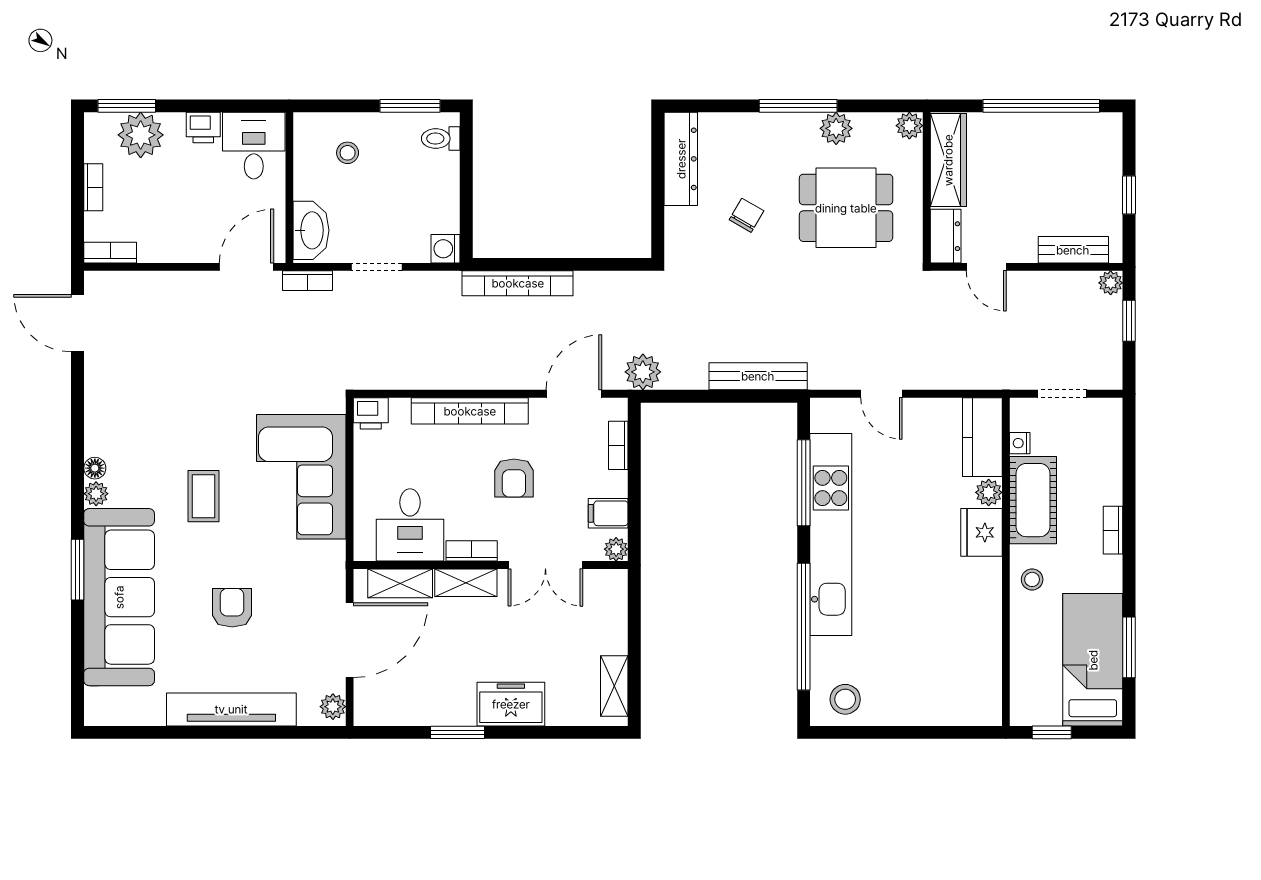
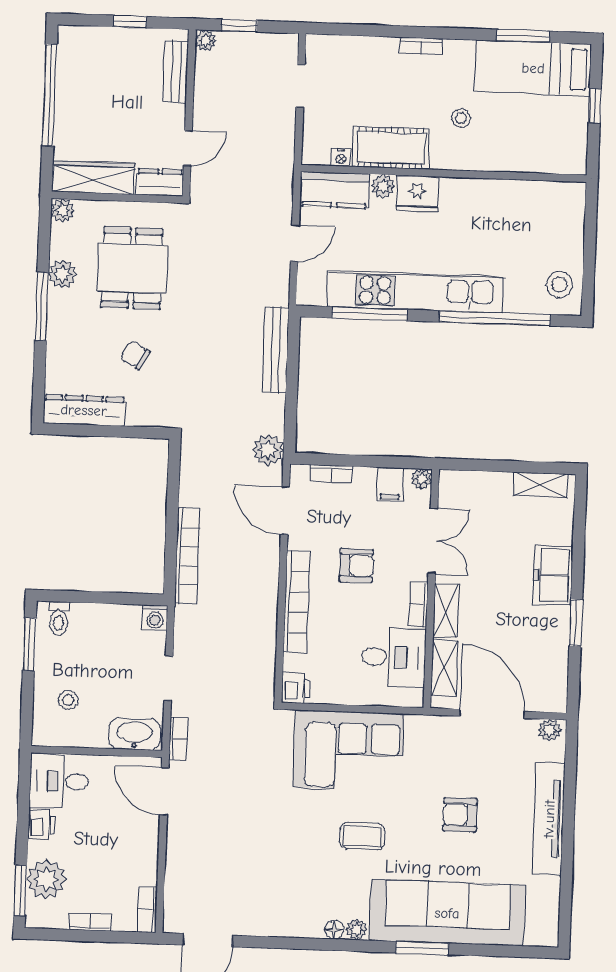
kitchen counter: (982, 437) -> (334, 190), moved
nightstand: (1020, 443) -> (341, 158), moved
plant: (989, 492) -> (383, 186), moved
cot: (1033, 500) -> (391, 148), moved
fridge: (981, 532) -> (417, 194), moved
wall: (1006, 562) -> (444, 173), moved

